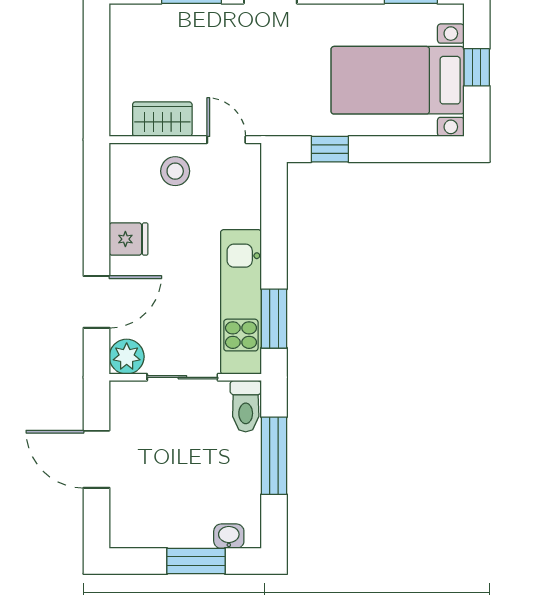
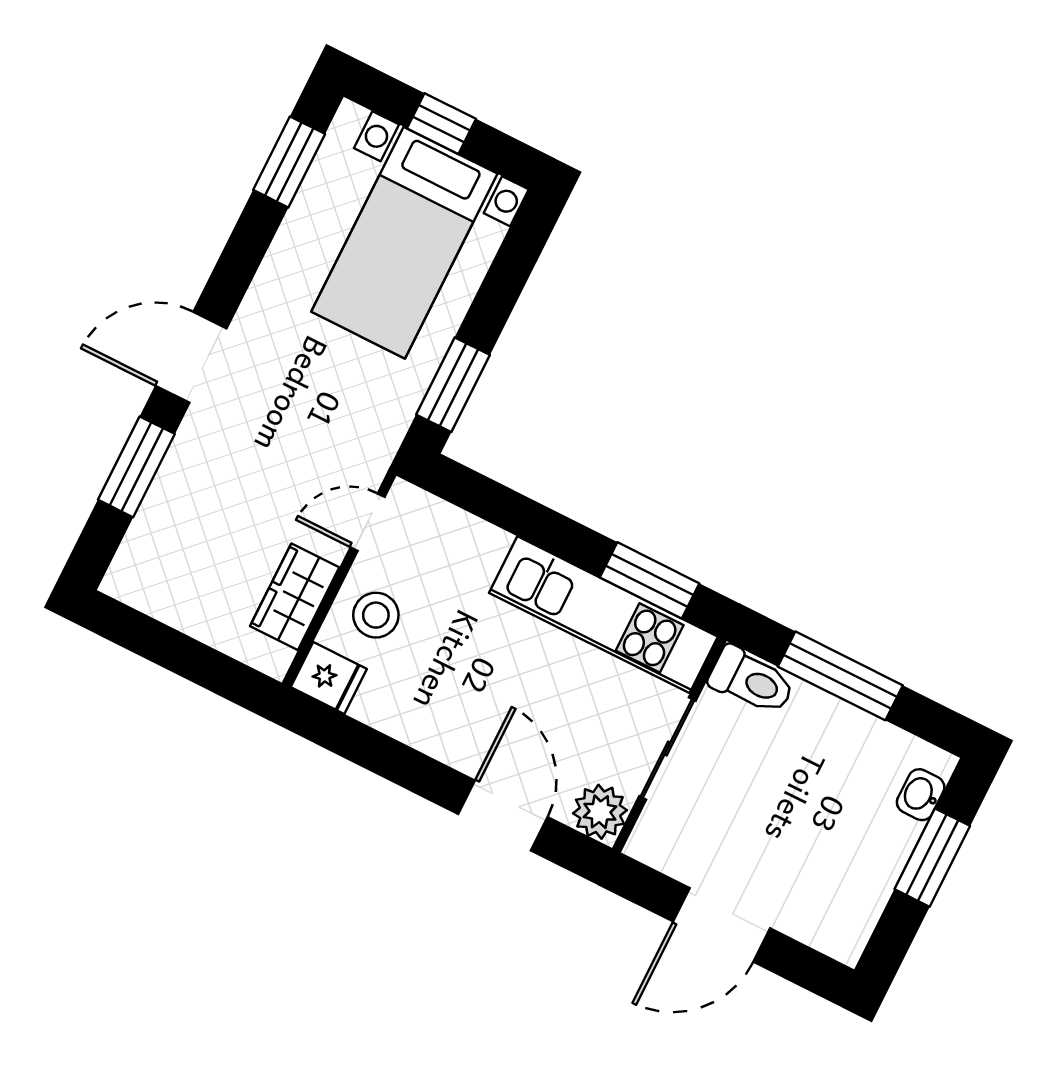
window: (330, 149) -> (453, 385), width x1.50
fridge: (129, 239) -> (329, 678), moved, turned 90

